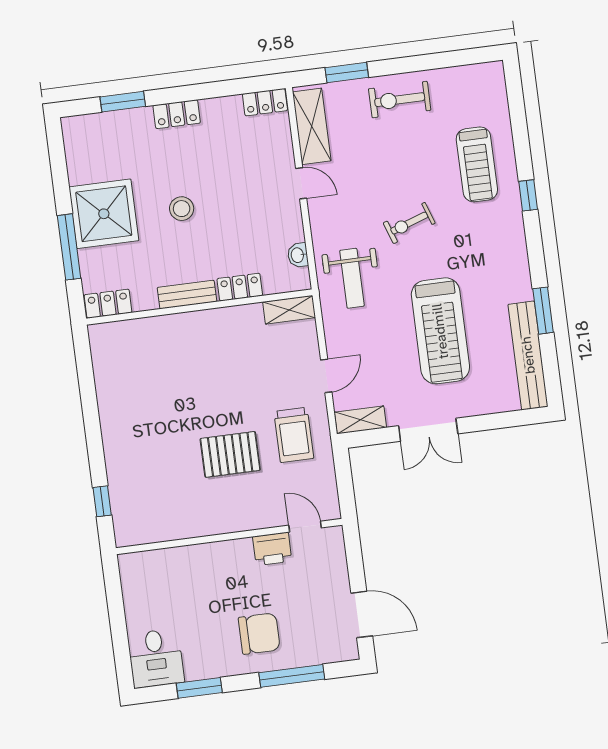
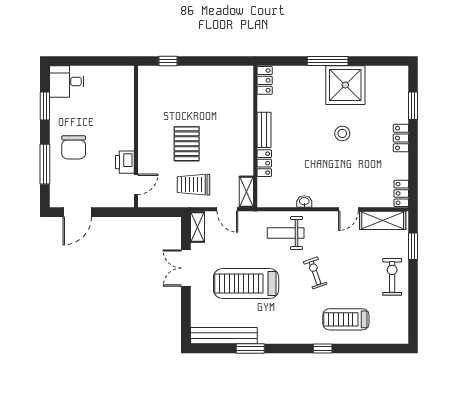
locker: (240, 287) -> (264, 163), moved
bench: (187, 295) -> (264, 130), moved
locker: (108, 304) -> (265, 80), moved
wall: (199, 307) -> (255, 137), moved
shelving: (289, 310) -> (246, 192), moved

